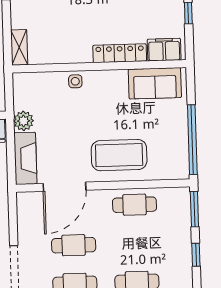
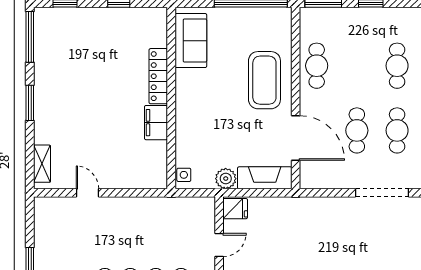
shelving: (19, 47) -> (149, 181), removed
filing cabinet: (164, 50) -> (156, 123), moved
side table: (75, 81) -> (184, 175), moved

